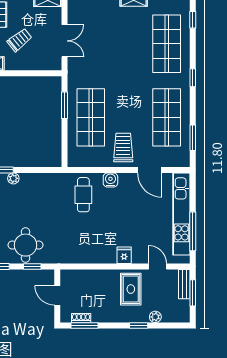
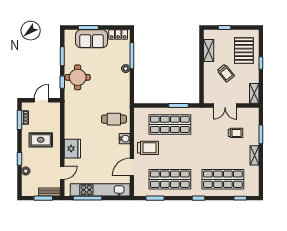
trolley: (103, 26) -> (236, 133), added
fridge: (124, 255) -> (72, 149), width x1.88, depth x1.34
rug: (131, 289) -> (41, 140), moved

